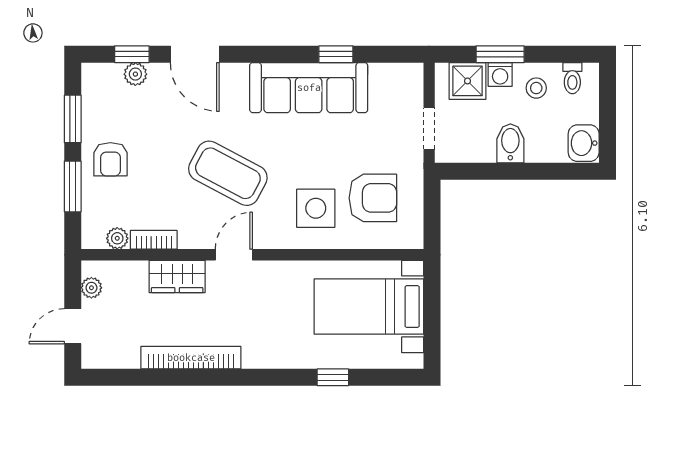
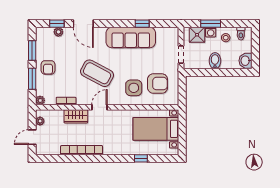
plant: (117, 238) -> (40, 100), moved

